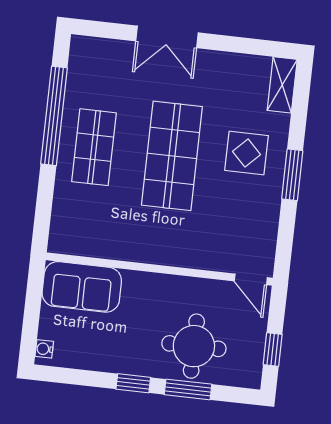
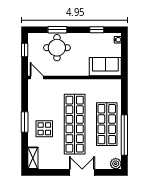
plant: (83, 49) -> (116, 164), added
shop shelf: (94, 147) -> (107, 124), width x1.43, depth x1.36
shop shelf: (172, 156) -> (75, 124), width x1.40
window: (133, 383) -> (97, 30), moved

